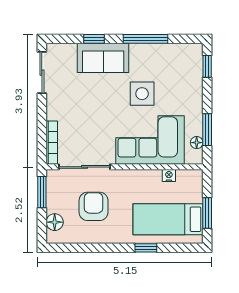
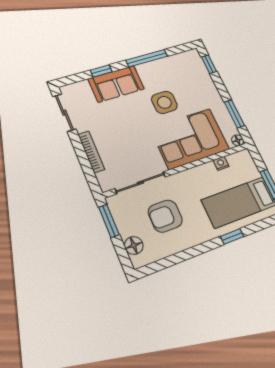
bookcase: (52, 143) -> (91, 152), moved
floor lamp: (197, 143) -> (238, 140), moved
armchair: (94, 206) -> (165, 216), turned -90

